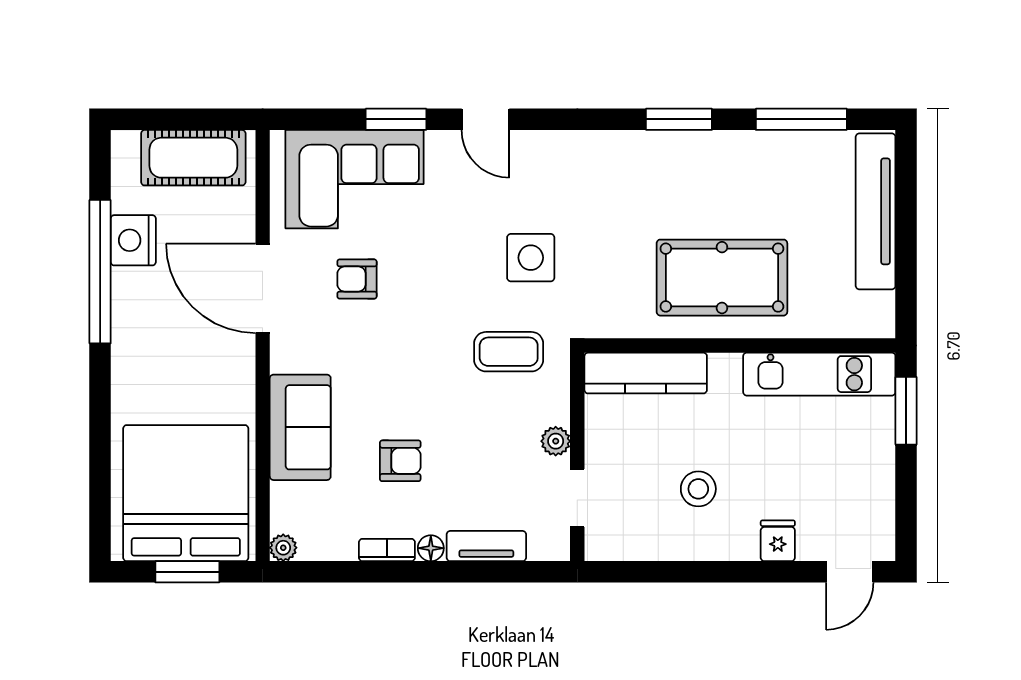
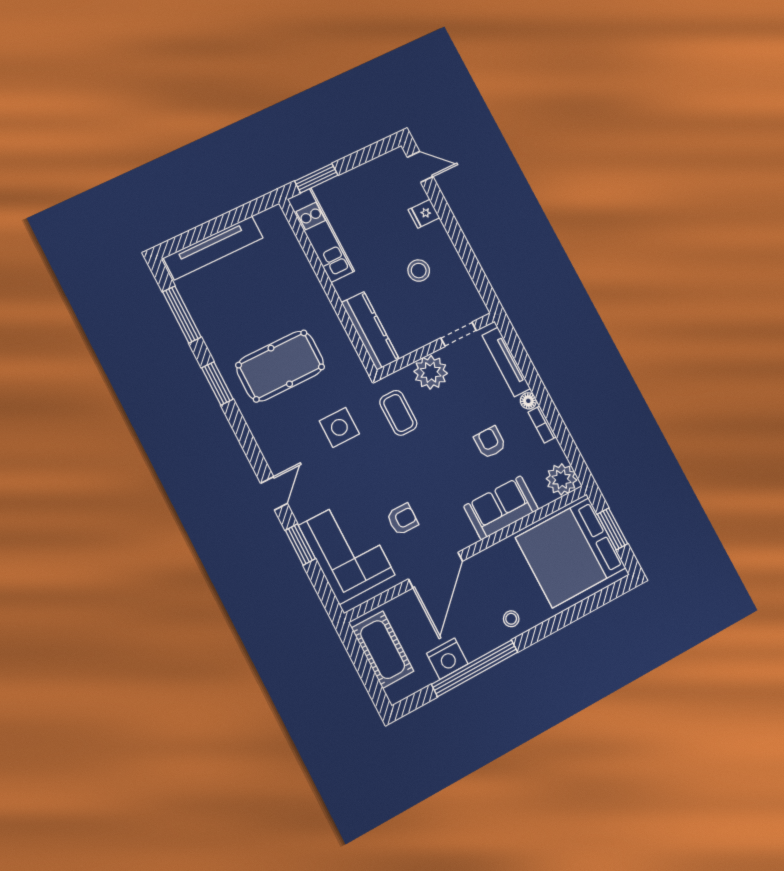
pool table: (722, 278) -> (280, 366), moved, turned 90
armchair: (357, 279) -> (402, 519), turned -90
stool: (140, 359) -> (511, 619), added
plant: (556, 441) -> (431, 372), width x1.88, depth x1.88
tv unit: (486, 546) -> (506, 362), width x1.41
plant: (283, 548) -> (562, 479), width x1.88, depth x1.88

